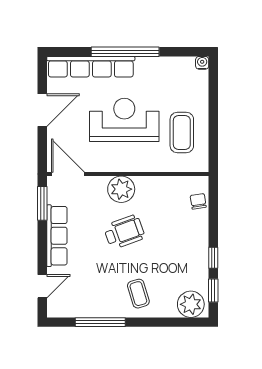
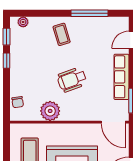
plant: (121, 189) -> (50, 111), moved
plant: (191, 304) -> (23, 22), width x0.53, depth x0.53

